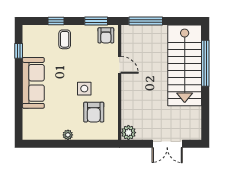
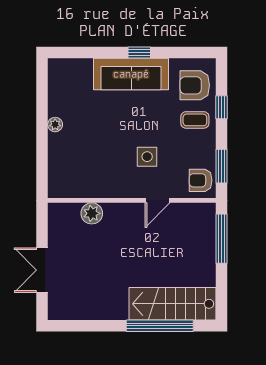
window: (19, 51) -> (139, 53), moved
stairs: (185, 65) -> (172, 304), width x0.73, depth x0.66
side table: (84, 89) -> (147, 157), moved
armchair: (94, 112) -> (195, 85), moved
plant: (128, 133) -> (92, 213), moved

